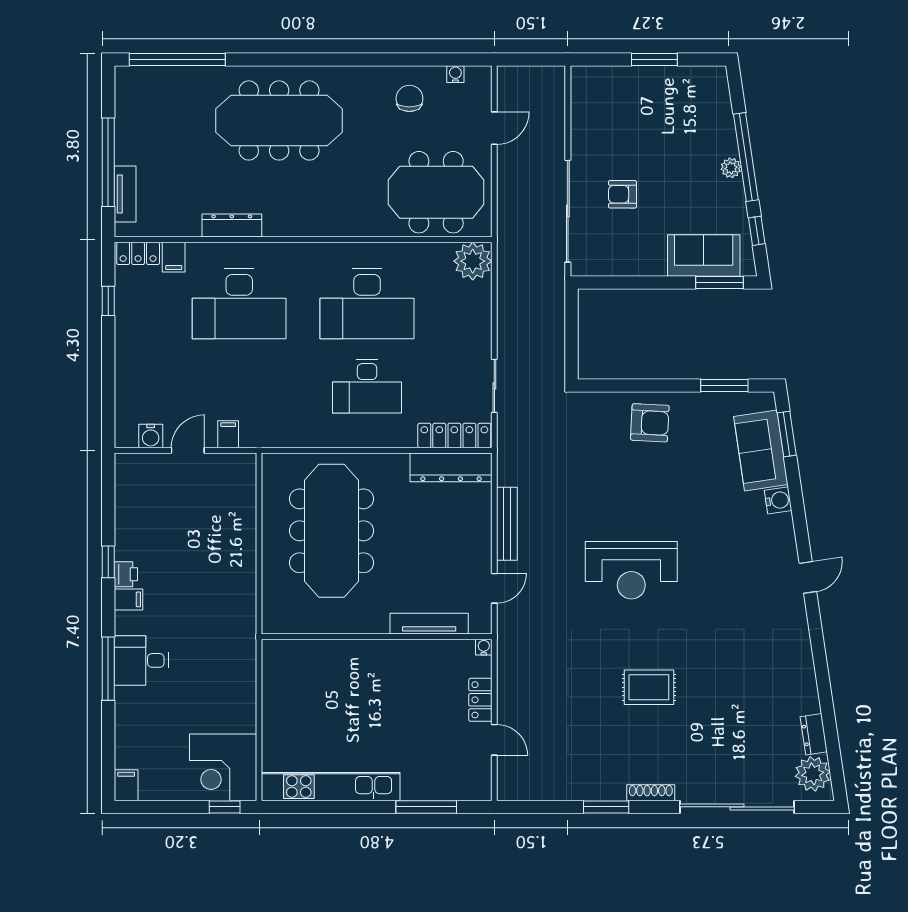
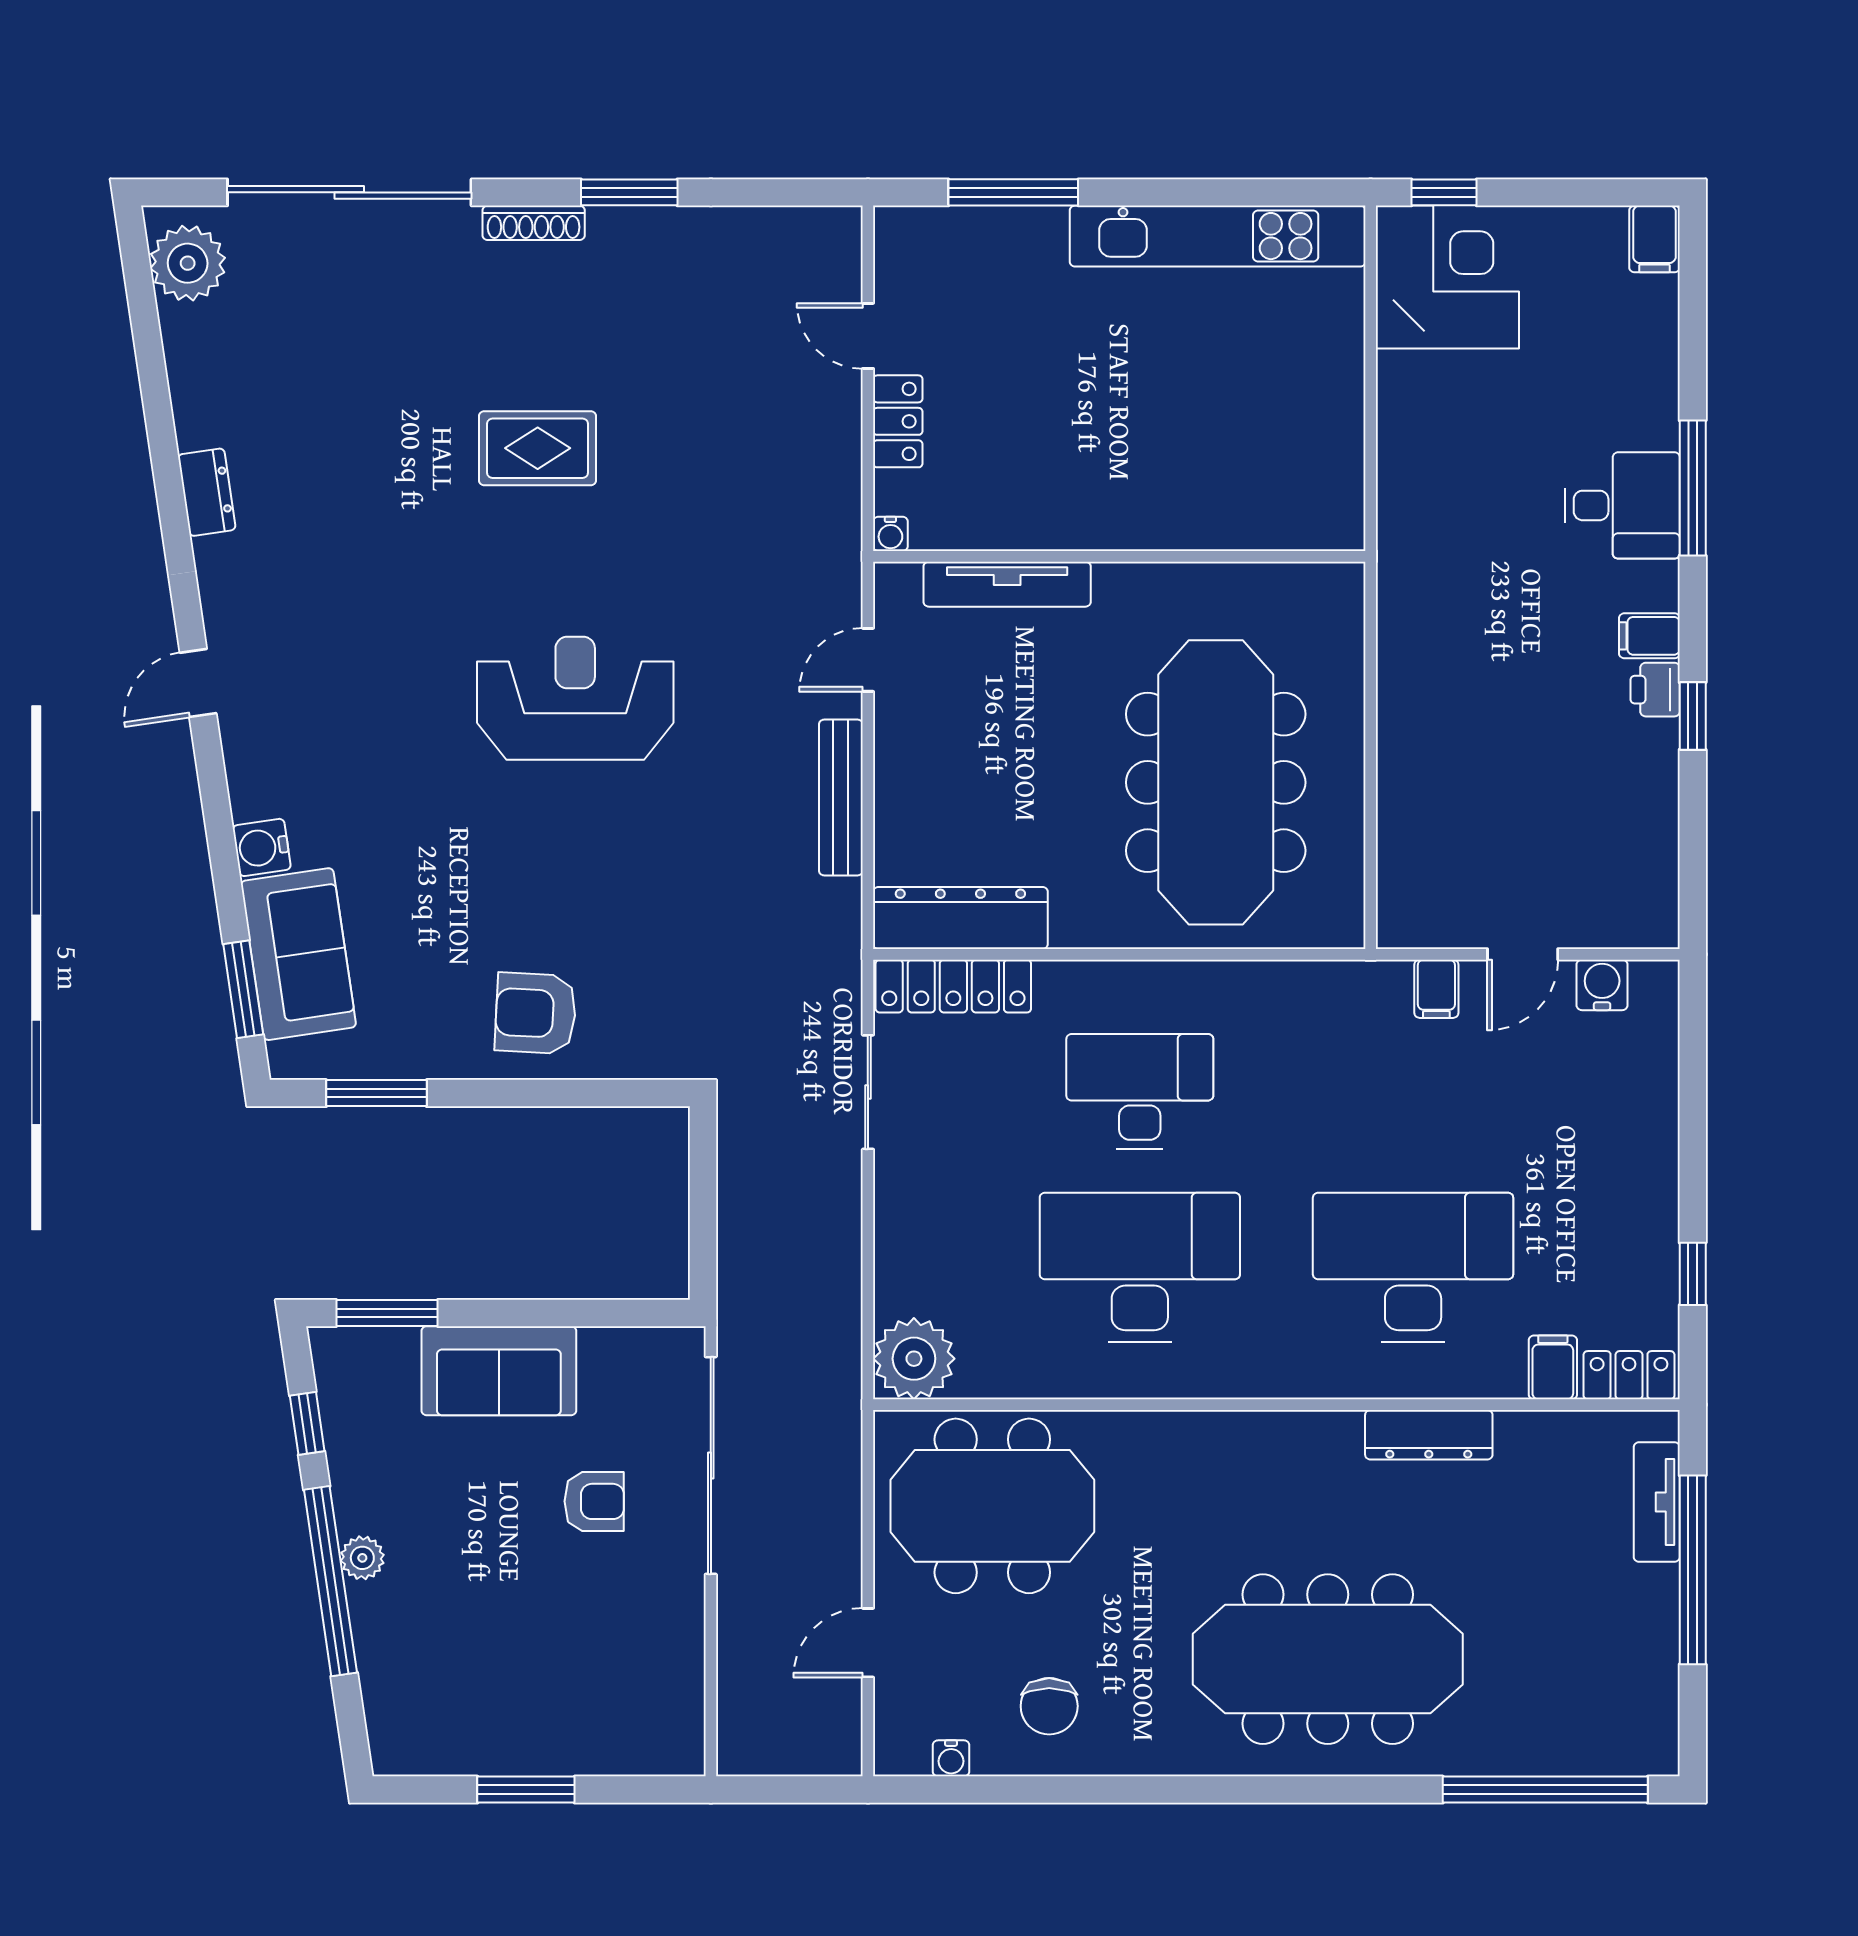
sofa: (704, 255) -> (499, 1371), moved
dresser: (814, 734) -> (207, 492), moved

